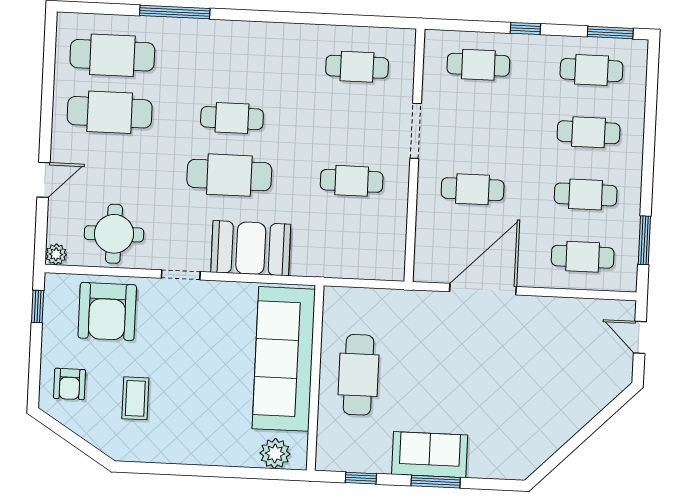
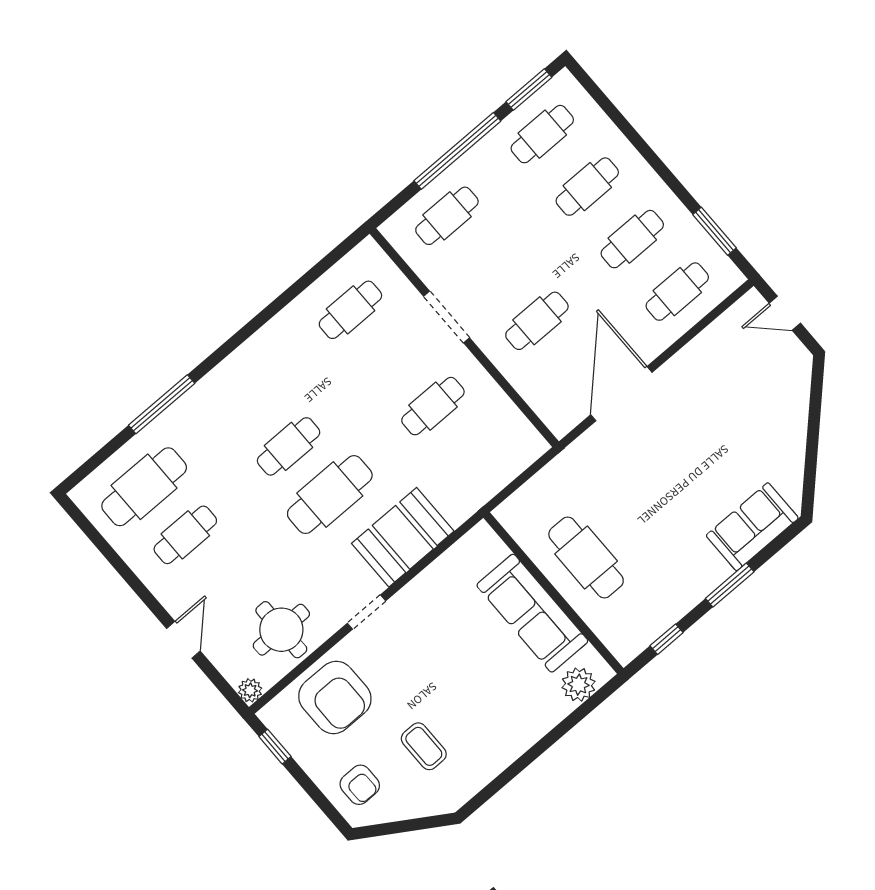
window: (525, 28) -> (457, 151), width x3.17
cafe table: (110, 112) -> (185, 535), width x0.73, depth x0.74
sofa: (284, 359) -> (532, 613), width x0.74, depth x0.79
sofa: (430, 455) -> (752, 527), moved

